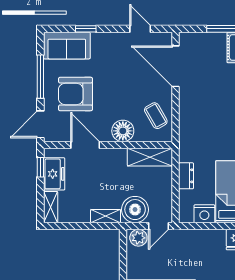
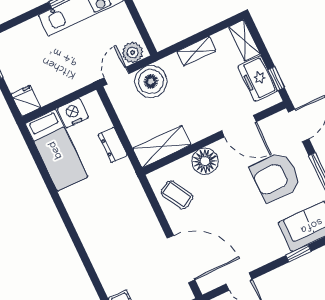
armchair: (76, 94) -> (276, 177), turned 180
shelving: (106, 216) -> (196, 51), moved

